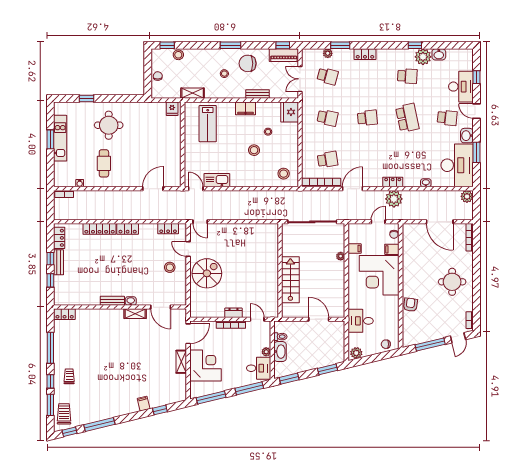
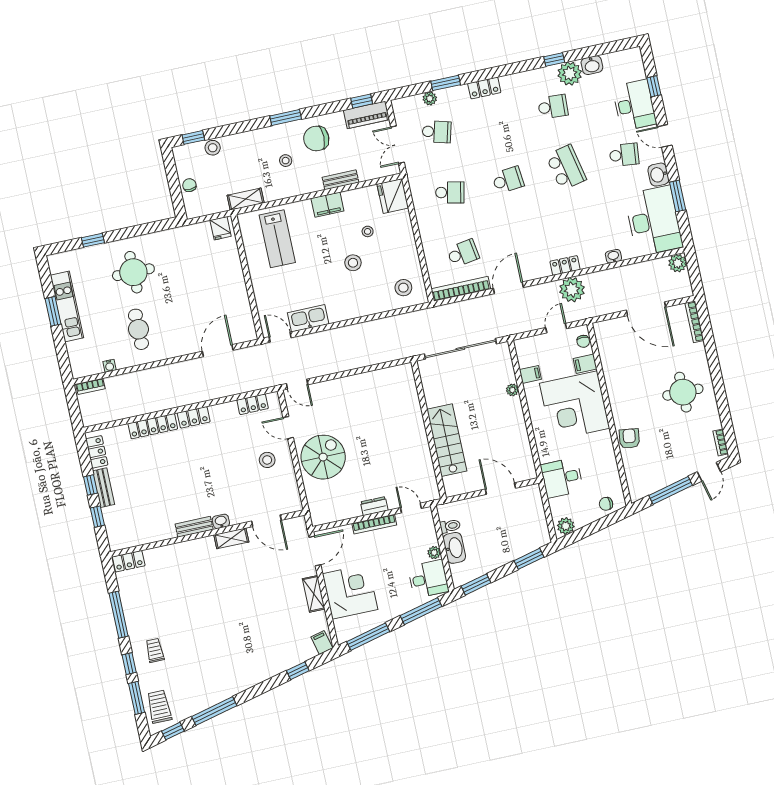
filing cabinet: (144, 404) -> (322, 643), moved

